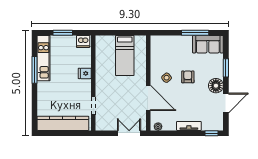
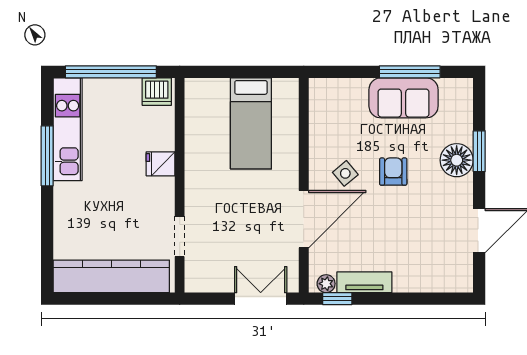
window: (63, 33) -> (111, 72), width x2.11
sofa: (208, 44) -> (404, 98), moved
floor lamp: (216, 86) -> (457, 160), moved
door: (148, 98) -> (304, 219), hinge flipped
tv unit: (189, 126) -> (364, 282), moved
window: (212, 133) -> (337, 299), moved

